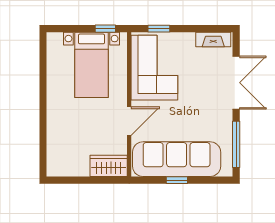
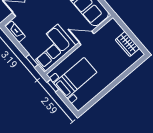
wardrobe: (109, 166) -> (127, 44), moved

